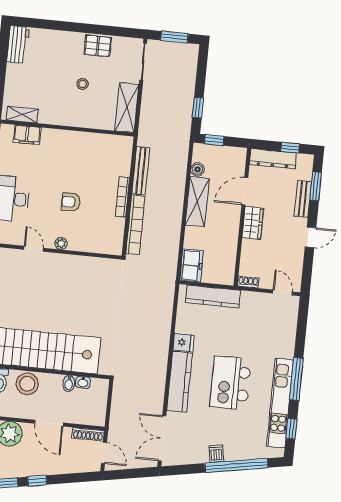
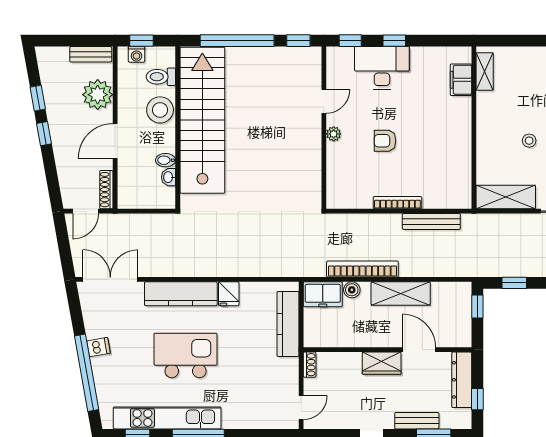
boiler: (197, 169) -> (352, 290), moved
armchair: (71, 202) -> (385, 141), turned -90
bookcase: (135, 225) -> (362, 269), moved, turned 180

